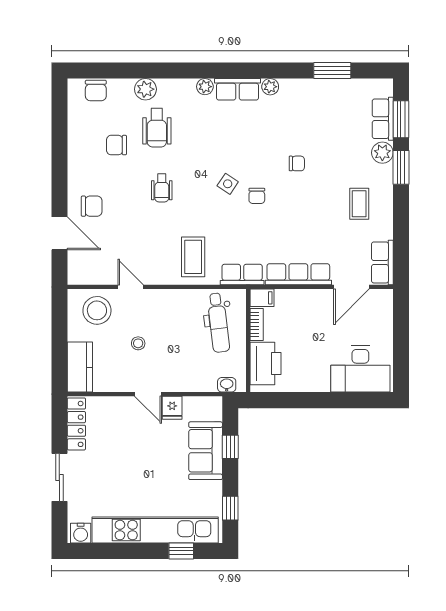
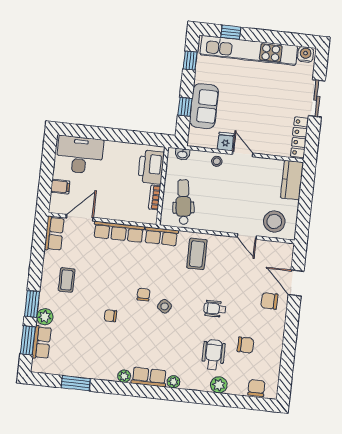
wheelchair: (162, 188) -> (215, 309), turned -90
filing cabinet: (262, 298) -> (60, 187), moved, turned 180
stool: (138, 343) -> (217, 161), moved

